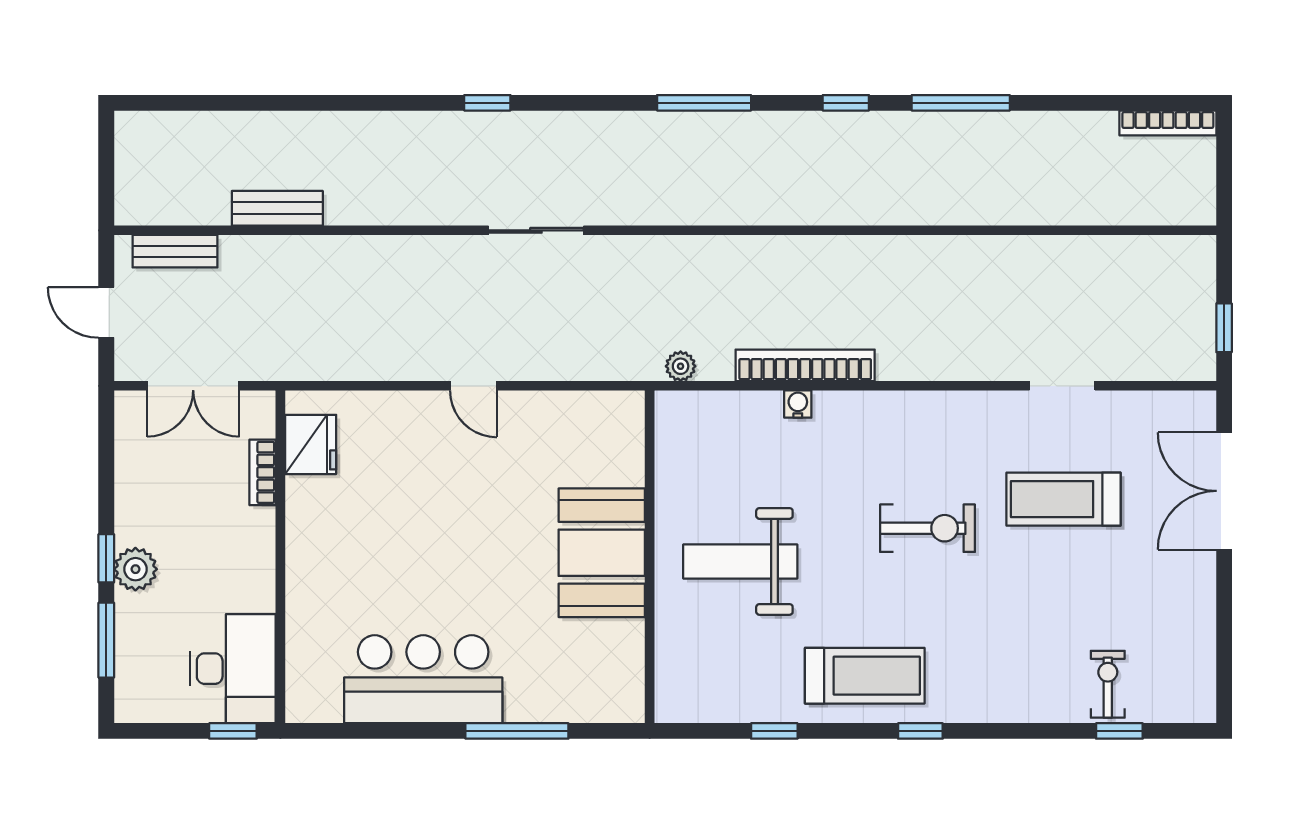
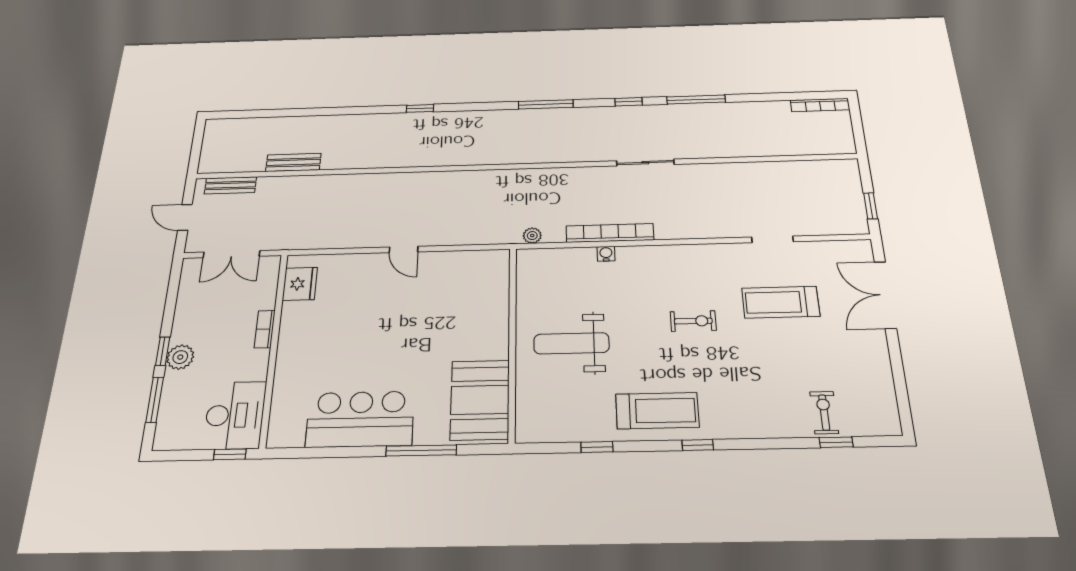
sliding door: (536, 230) -> (645, 163), moved
bookcase: (263, 472) -> (265, 329), moved
exercise bike: (928, 528) -> (693, 321), width x0.73, depth x0.72
booth: (602, 553) -> (480, 400), moved

